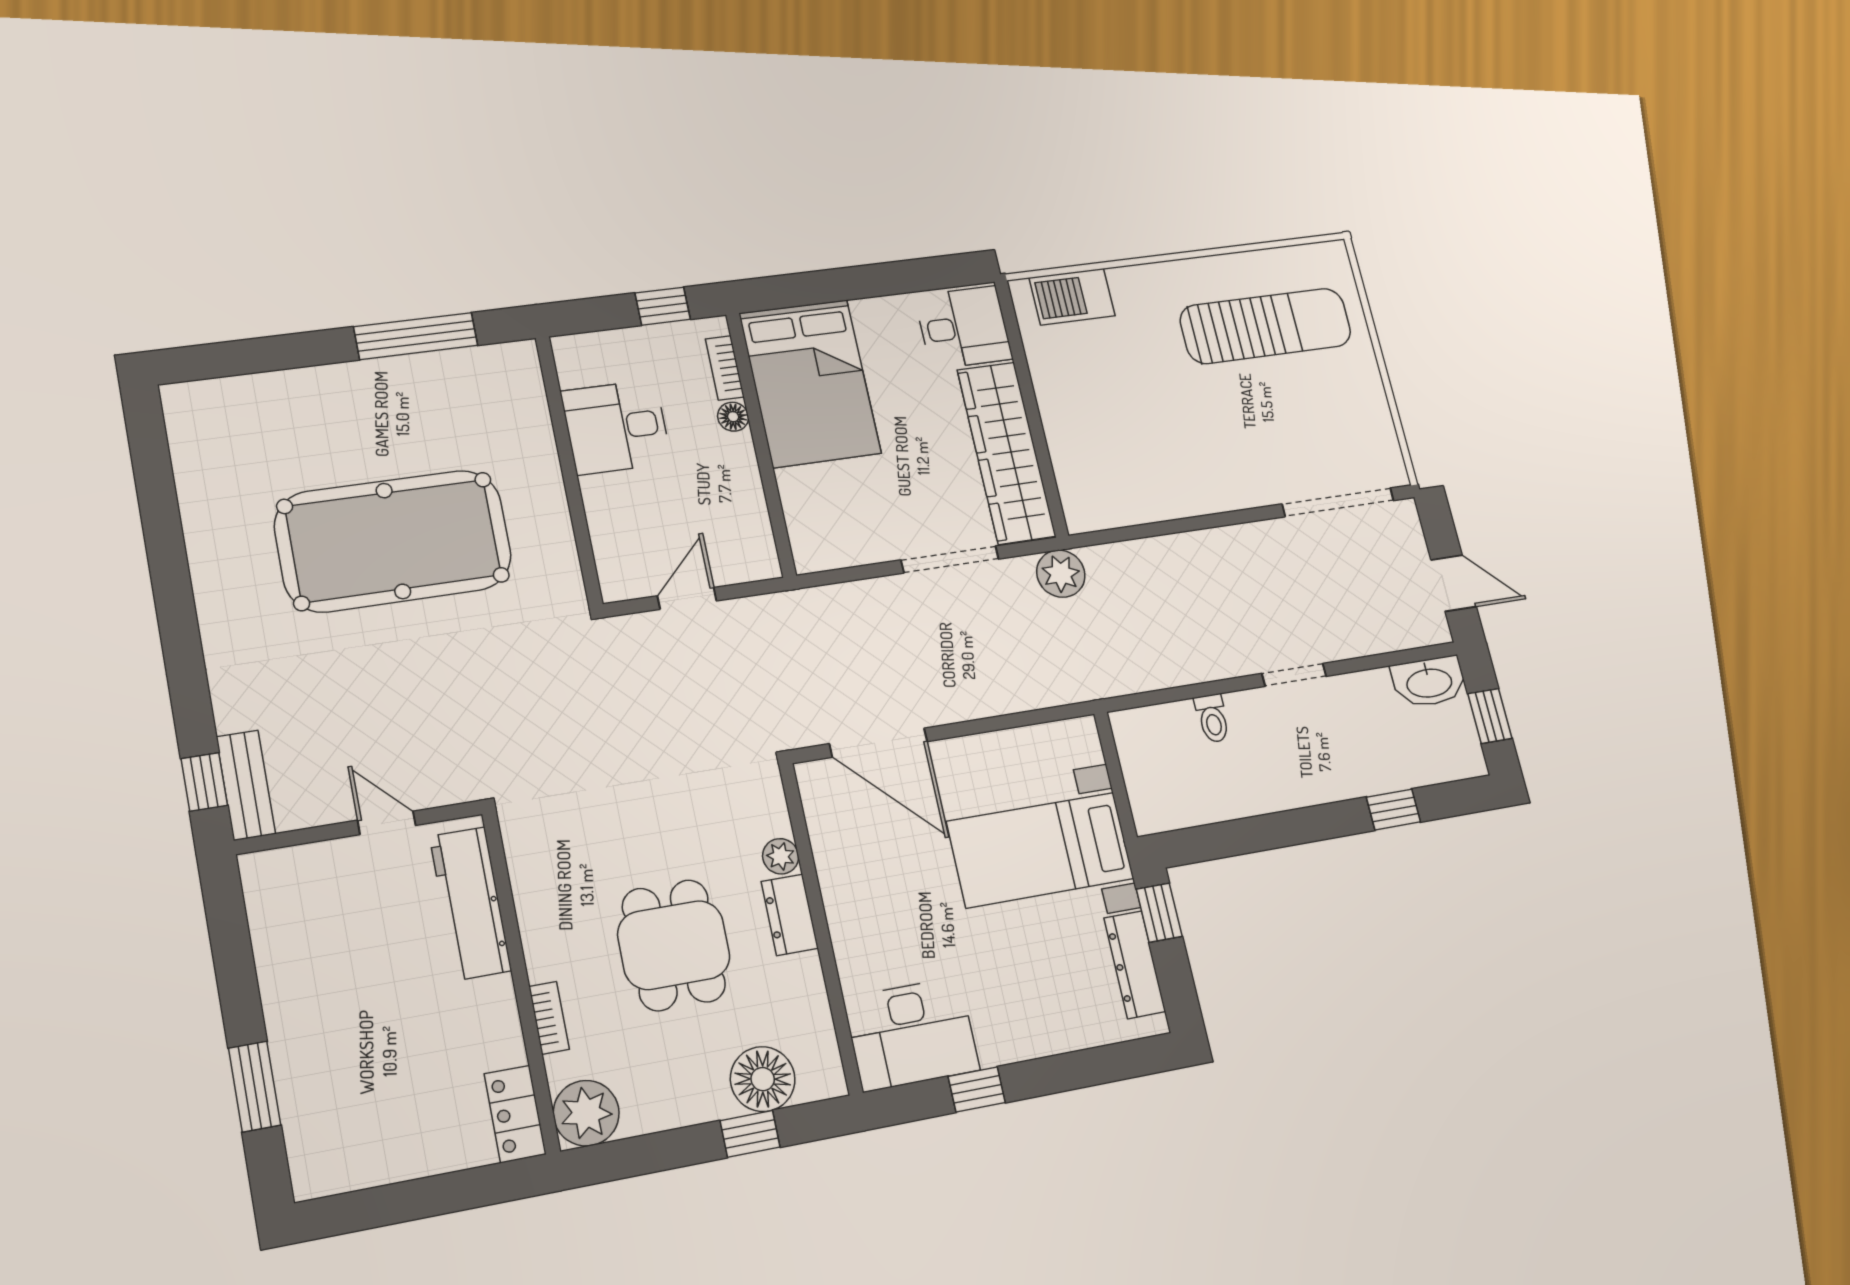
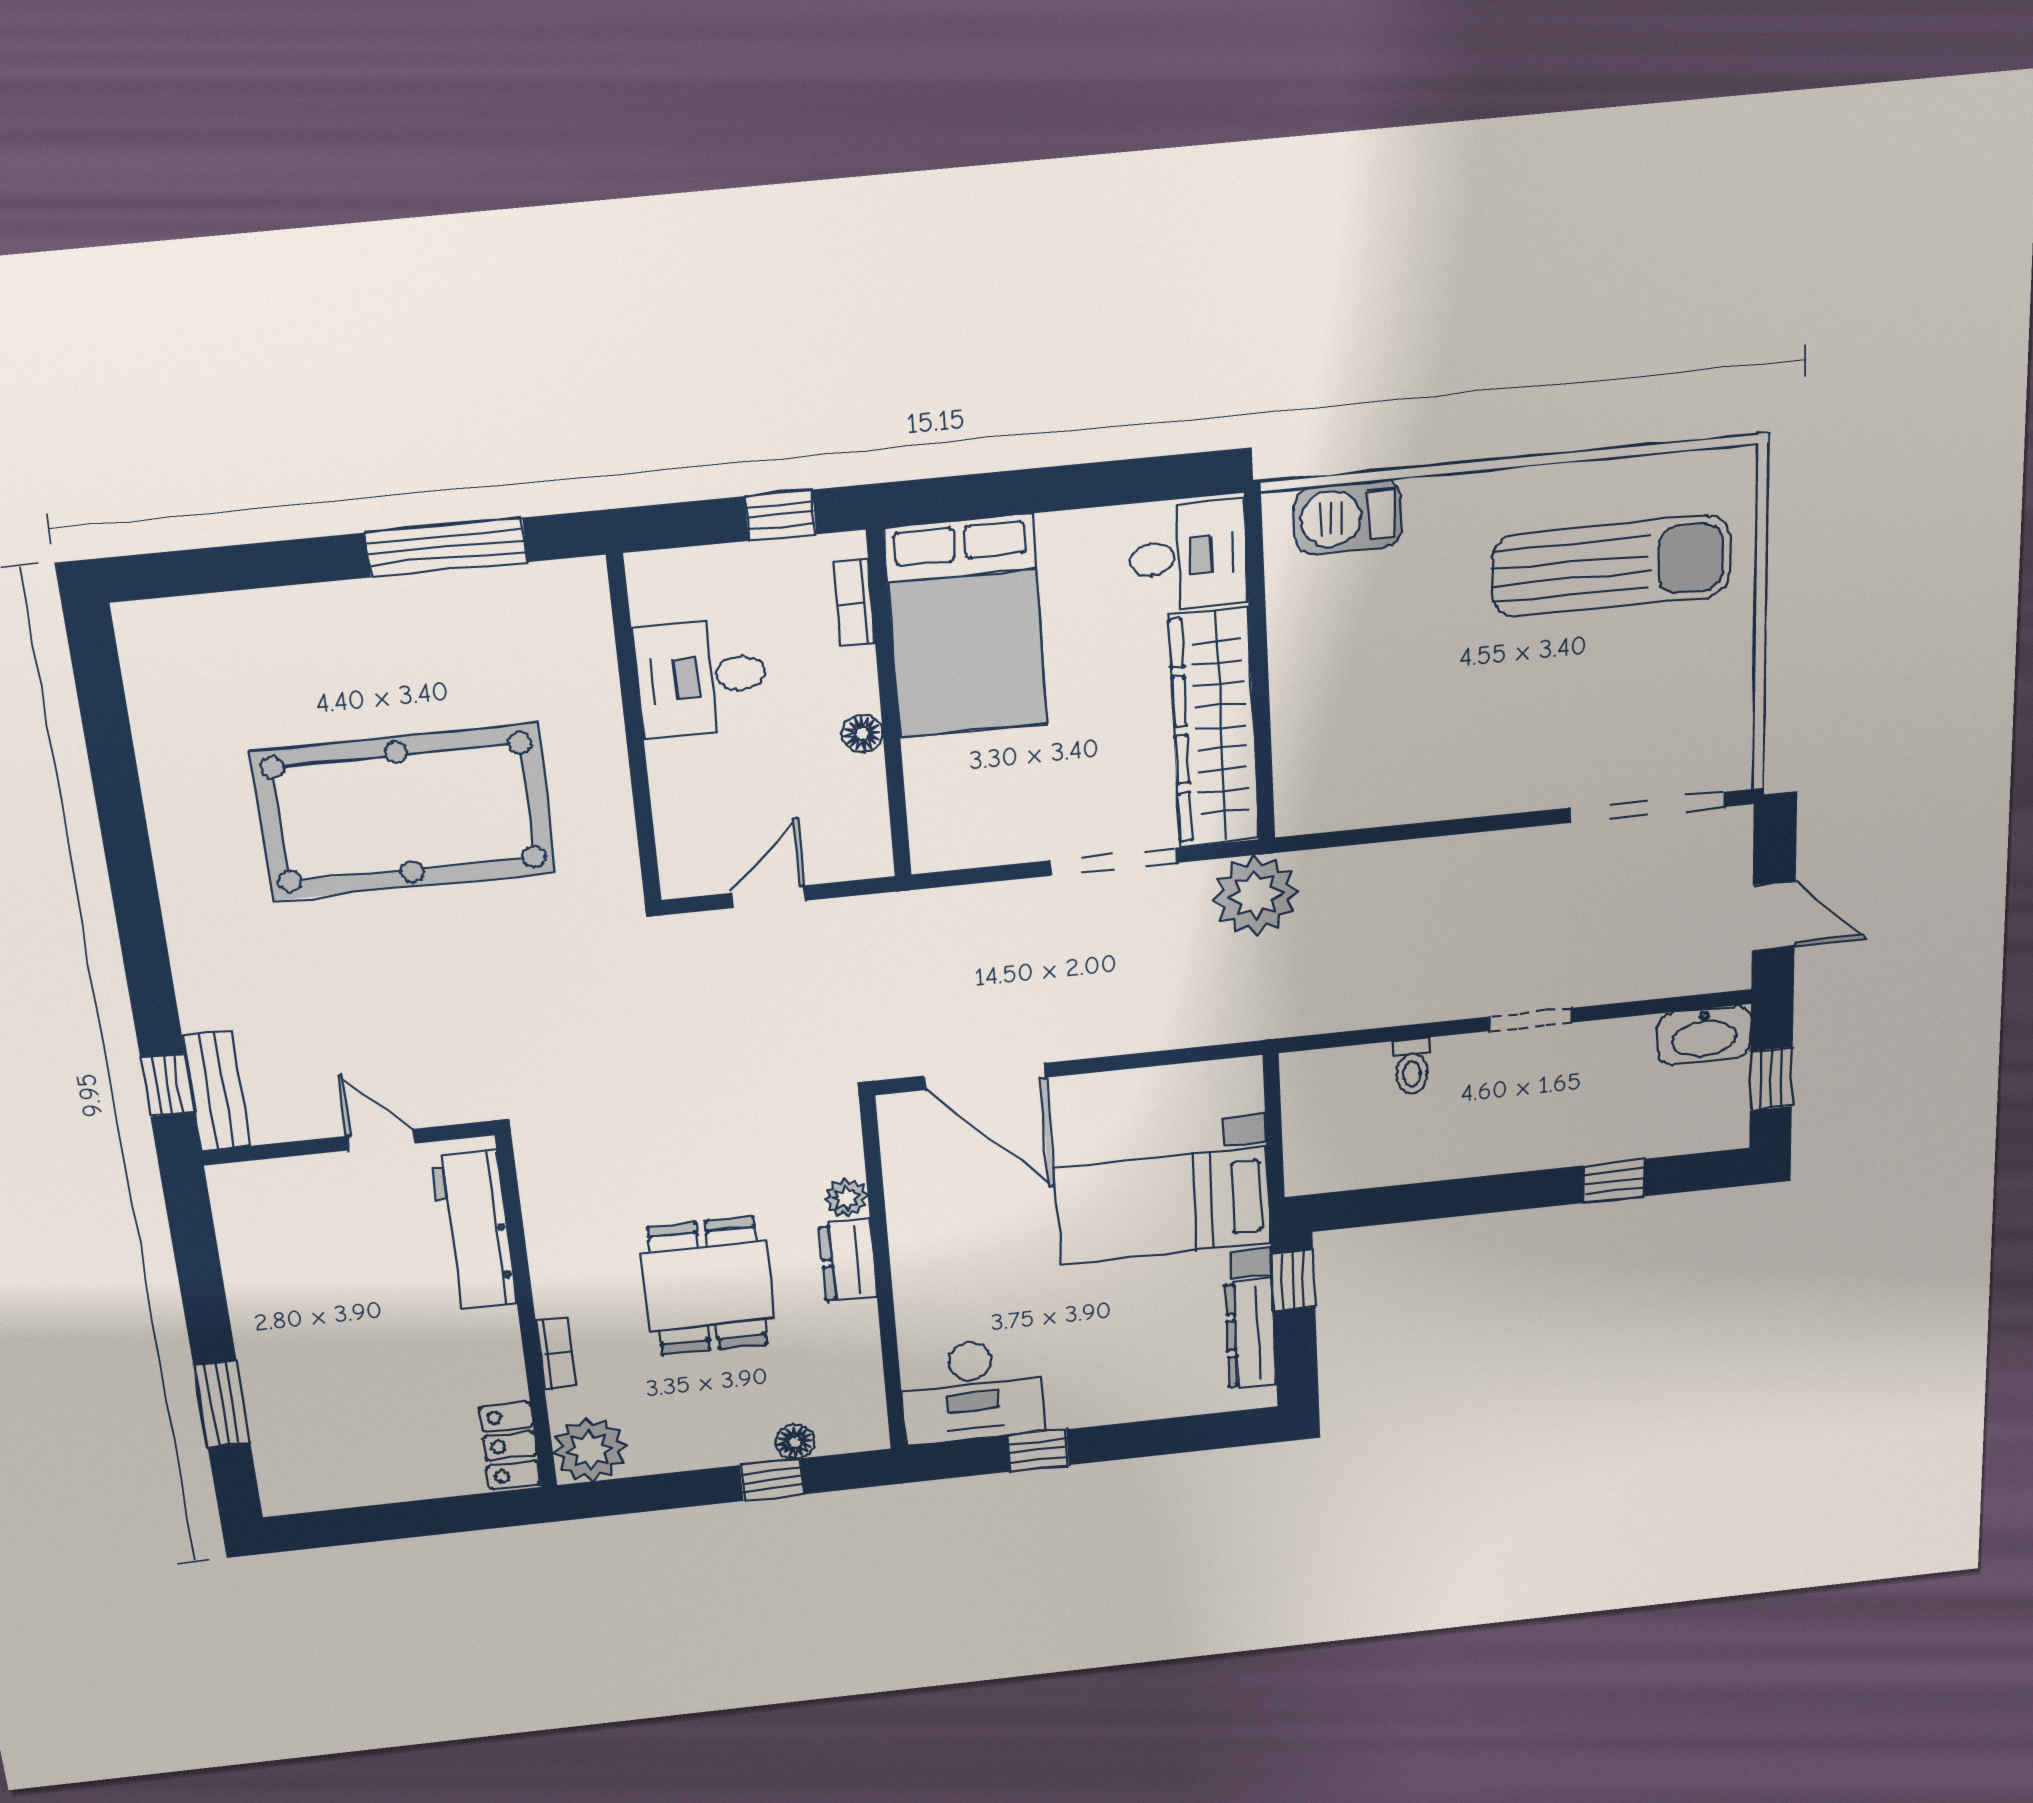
floor lamp: (733, 417) -> (863, 734), moved
plant: (1061, 574) -> (1256, 895), width x1.36, depth x1.36
floor lamp: (763, 1079) -> (795, 1442), width x0.53, depth x0.53

